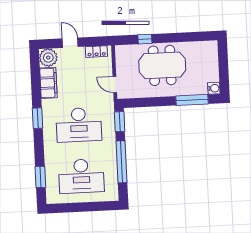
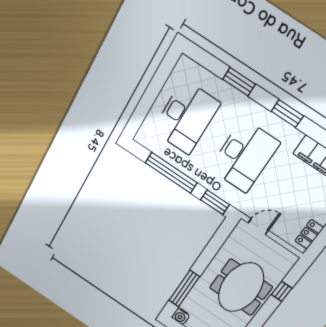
desk: (79, 125) -> (244, 156), turned 180
desk: (81, 176) -> (186, 117), turned 180
window: (40, 177) -> (239, 82), moved

